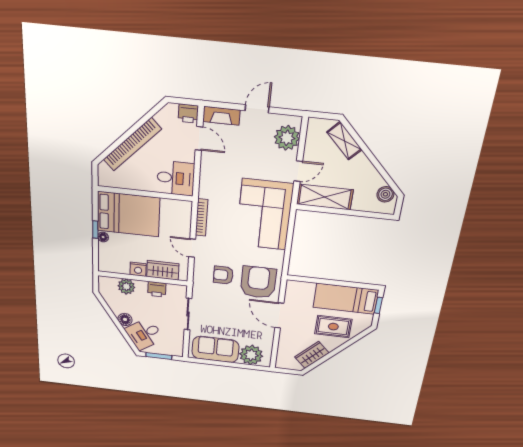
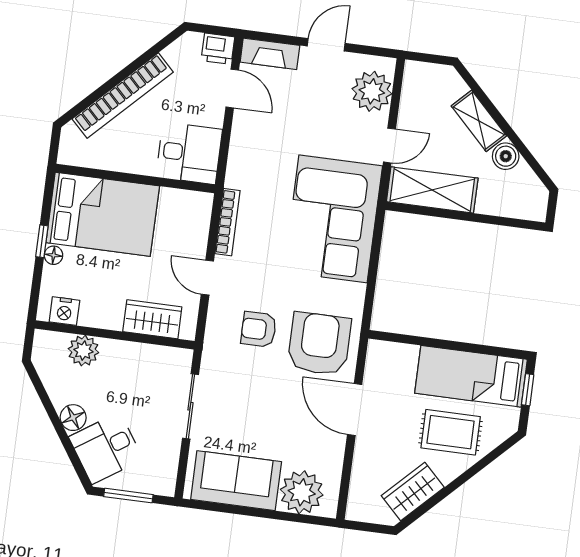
shelving: (344, 141) -> (479, 121), moved
boiler: (385, 194) -> (506, 156), moved
nightstand: (138, 269) -> (64, 311), moved
printer: (157, 289) -> (138, 357), removed

